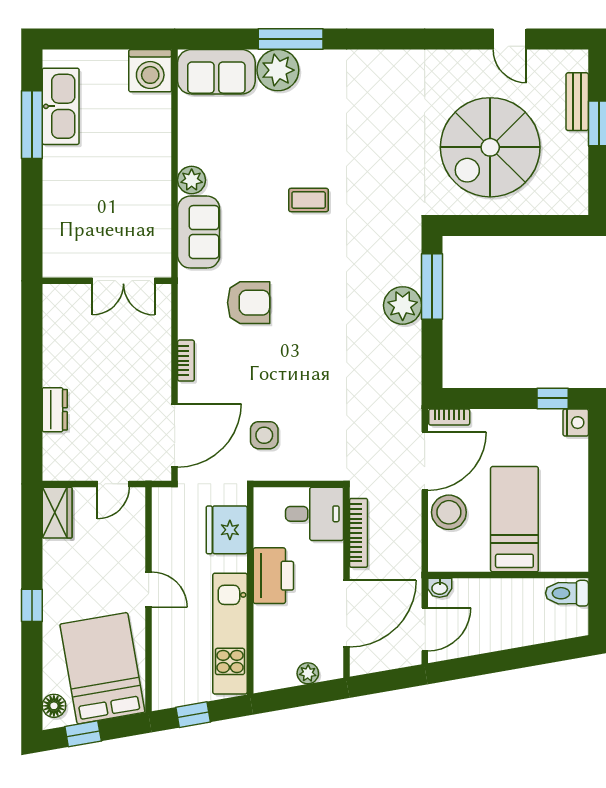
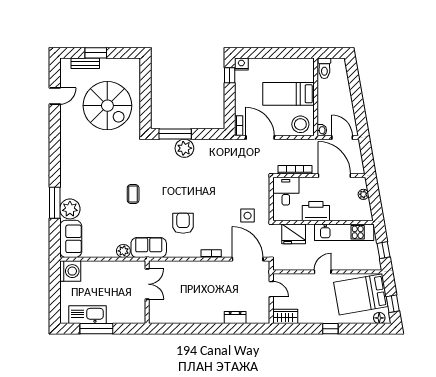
wall: (107, 281) -> (147, 292), moved
double door: (123, 281) -> (147, 284), moved
stool: (449, 512) -> (300, 124), moved

